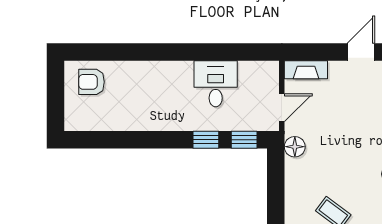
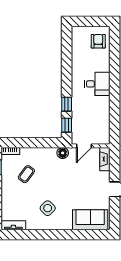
desk: (216, 84) -> (97, 84), moved
door: (282, 108) -> (84, 146), hinge flipped

